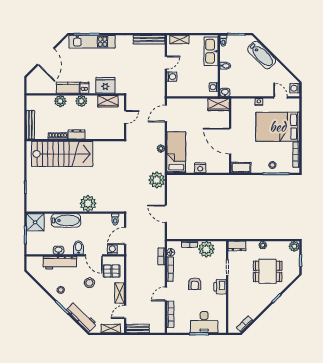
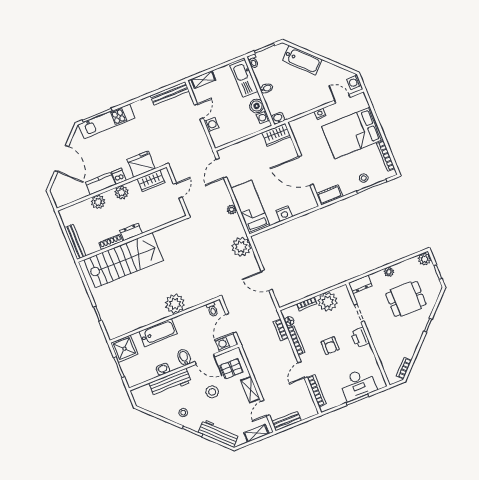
boiler: (212, 76) -> (257, 106), added

